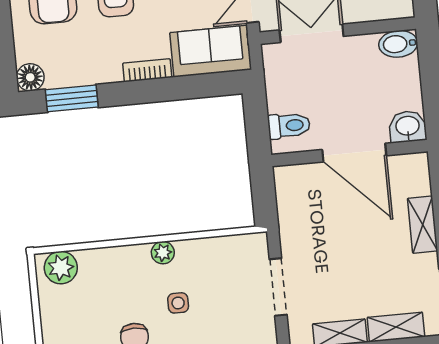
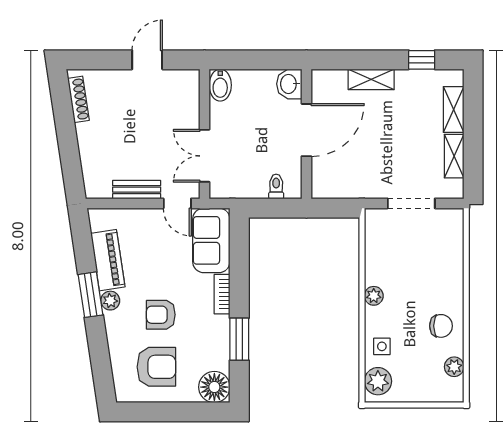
floor lamp: (30, 77) -> (214, 387), width x1.38, depth x1.38
window: (72, 98) -> (239, 339), moved
toilet: (289, 126) -> (276, 186), width x0.73, depth x0.72
side table: (178, 303) -> (382, 346), moved

